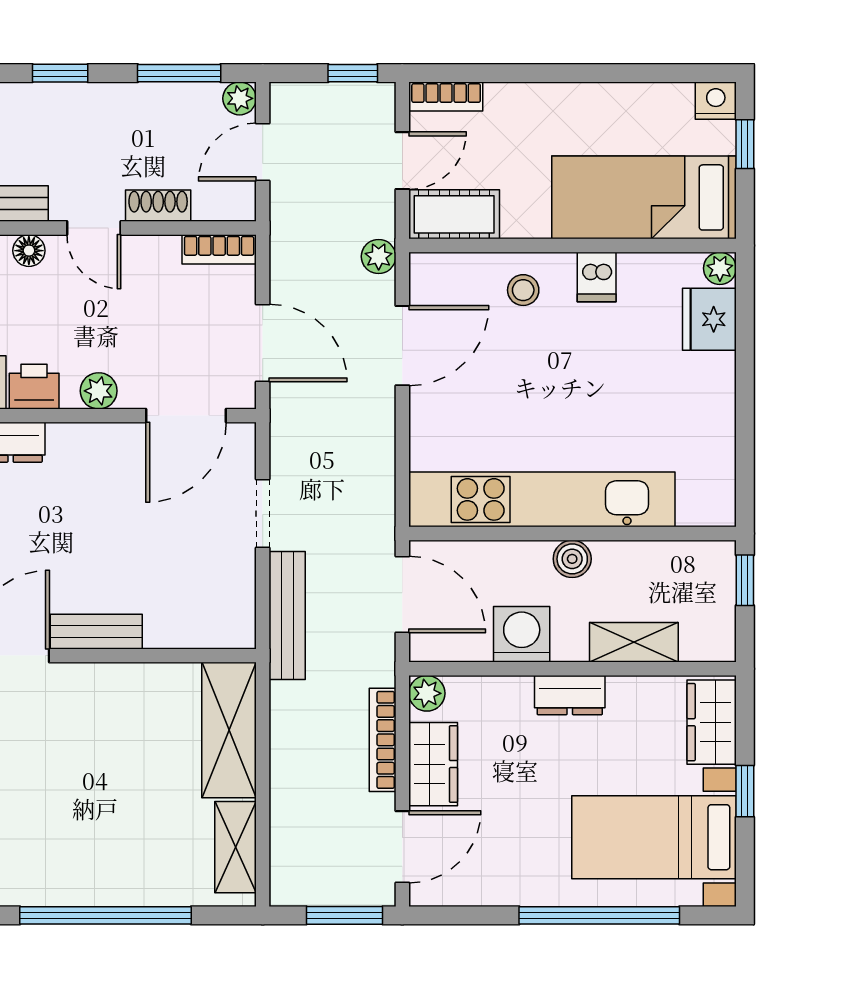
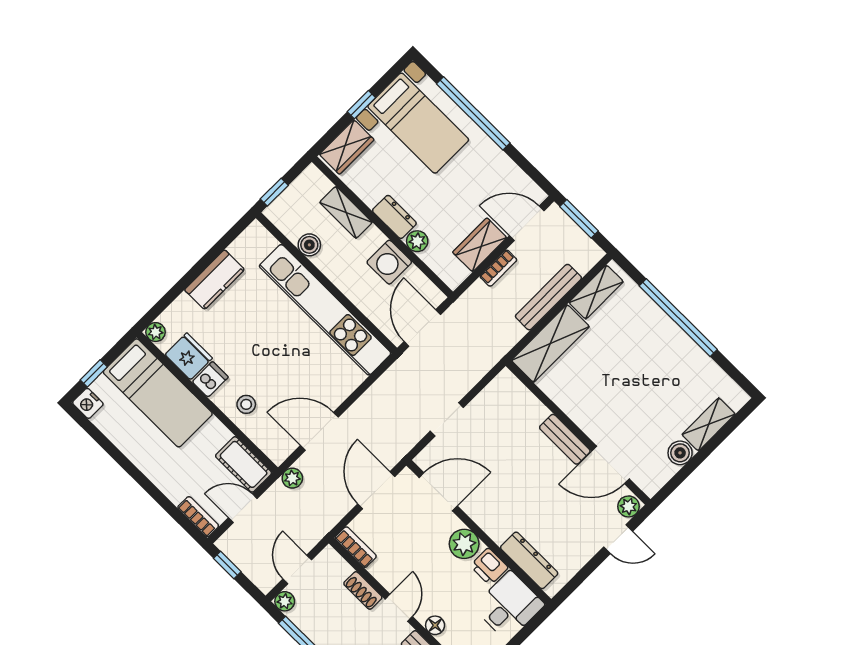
door: (263, 152) -> (297, 569), swing flipped
fridge: (709, 319) -> (189, 356), moved, turned -90
plant: (99, 391) -> (464, 544), width x1.38, depth x1.38
kitchen counter: (712, 403) -> (214, 280), added
boiler: (572, 559) -> (309, 245), moved
bench: (287, 616) -> (548, 297), moved
plant: (427, 693) -> (417, 241), moved
bookcase: (383, 740) -> (498, 268), width x0.64

